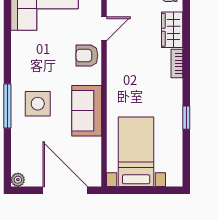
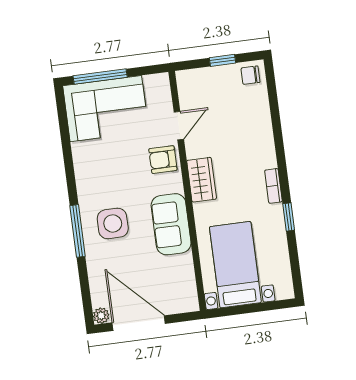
wardrobe: (172, 30) -> (202, 180), moved, turned 180
bookcase: (177, 63) -> (273, 186), moved
door: (65, 190) -> (139, 323), moved

